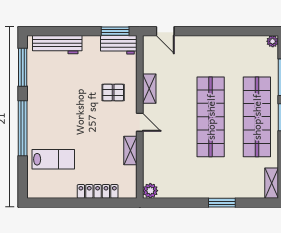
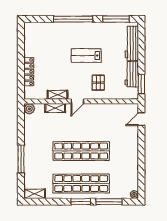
workbench: (119, 45) -> (132, 74), moved
shelving: (149, 89) -> (55, 108), moved
lab bench: (53, 159) -> (86, 56), moved, turned 90
window: (222, 203) -> (21, 159), width x1.44

